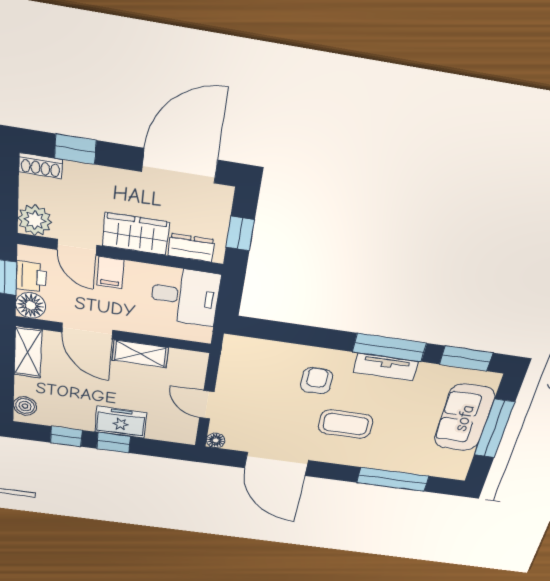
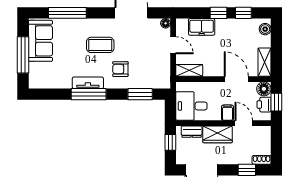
plant: (35, 220) -> (263, 134), removed
shelving: (140, 354) -> (189, 70), moved
window: (466, 359) -> (140, 94), moved
armchair: (317, 381) -> (120, 69), turned 90
sofa: (464, 418) -> (40, 41), moved
freezer: (121, 422) -> (202, 27), moved

